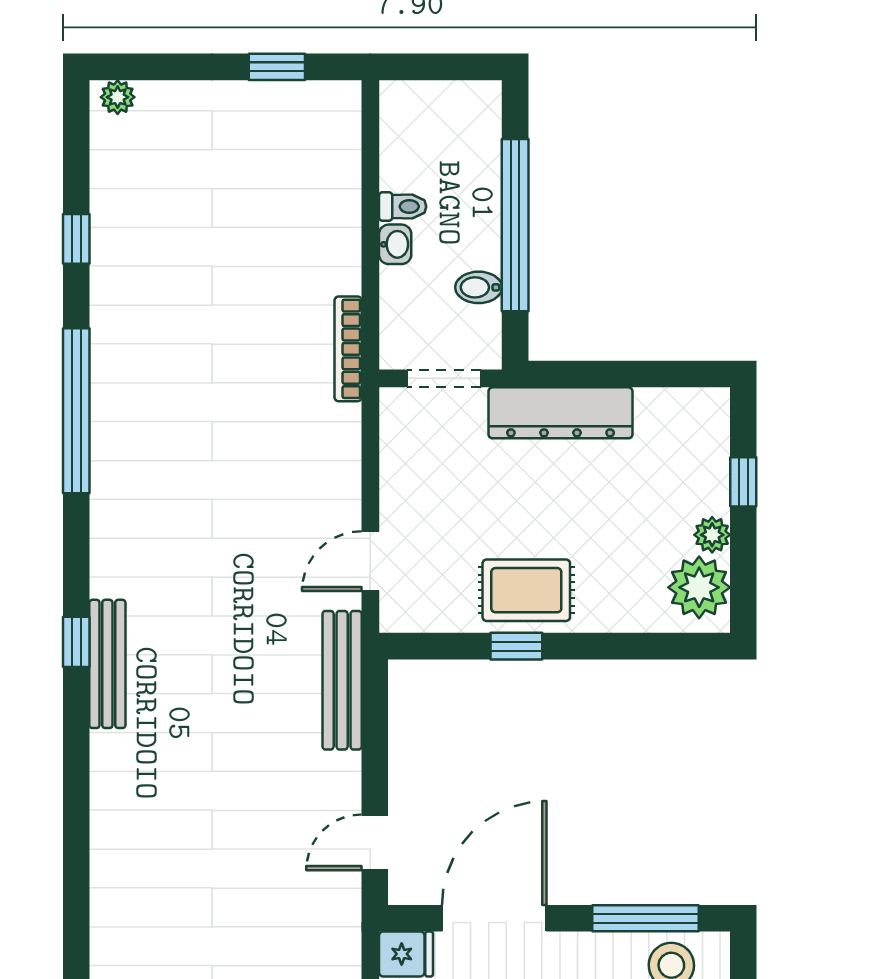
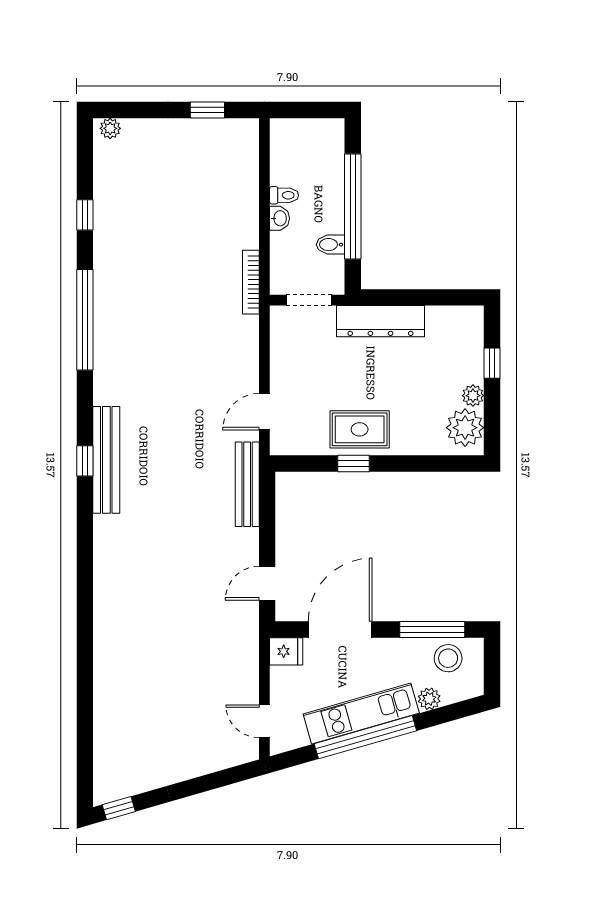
bench: (107, 664) -> (106, 460), width x1.37, depth x1.21

